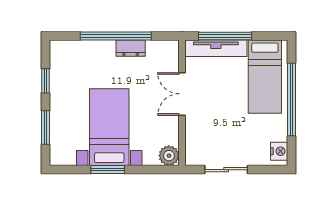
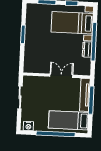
bed with nightstands: (109, 127) -> (72, 23), moved, turned 180
plant: (169, 156) -> (29, 67), removed

